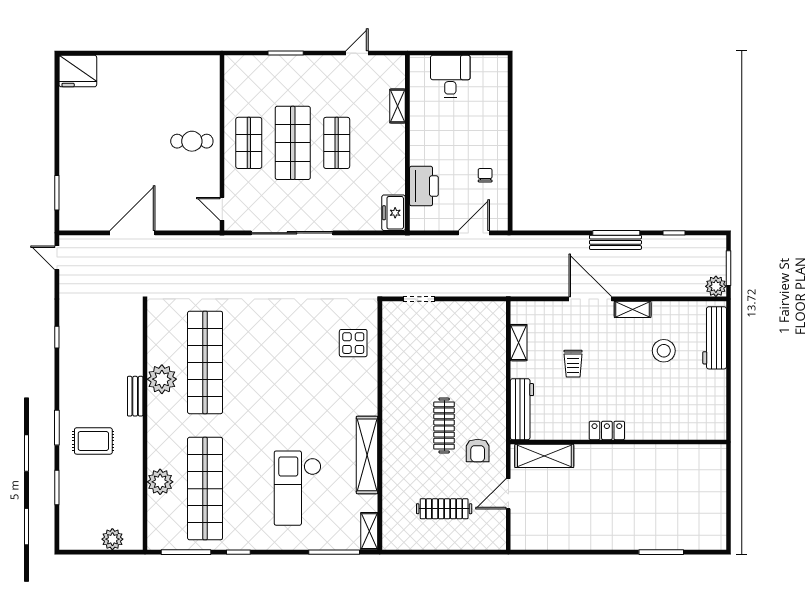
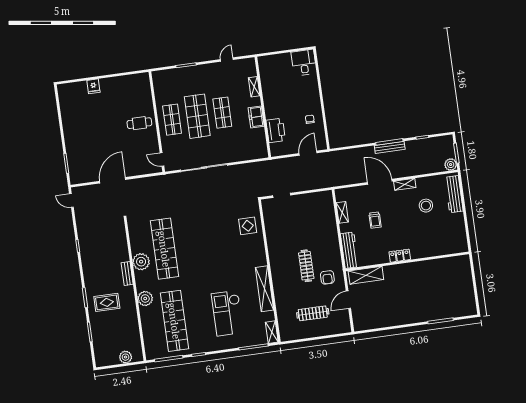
fridge: (78, 71) -> (93, 86), moved, width x0.53, depth x0.75
desk: (450, 76) -> (304, 63), moved
freezer: (394, 213) -> (256, 117), moved
plant: (160, 482) -> (145, 298), moved

